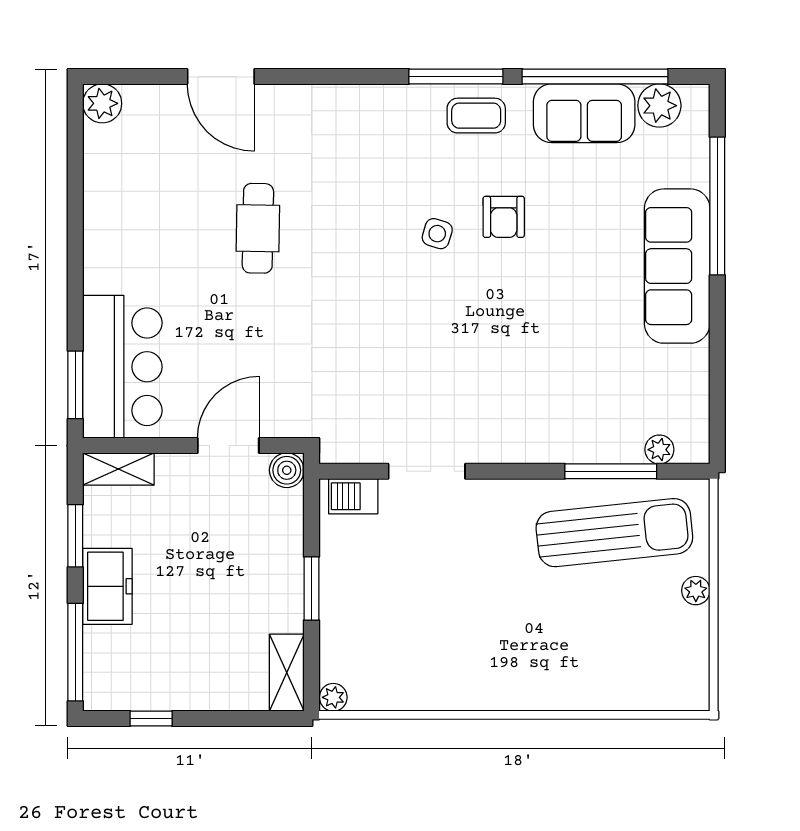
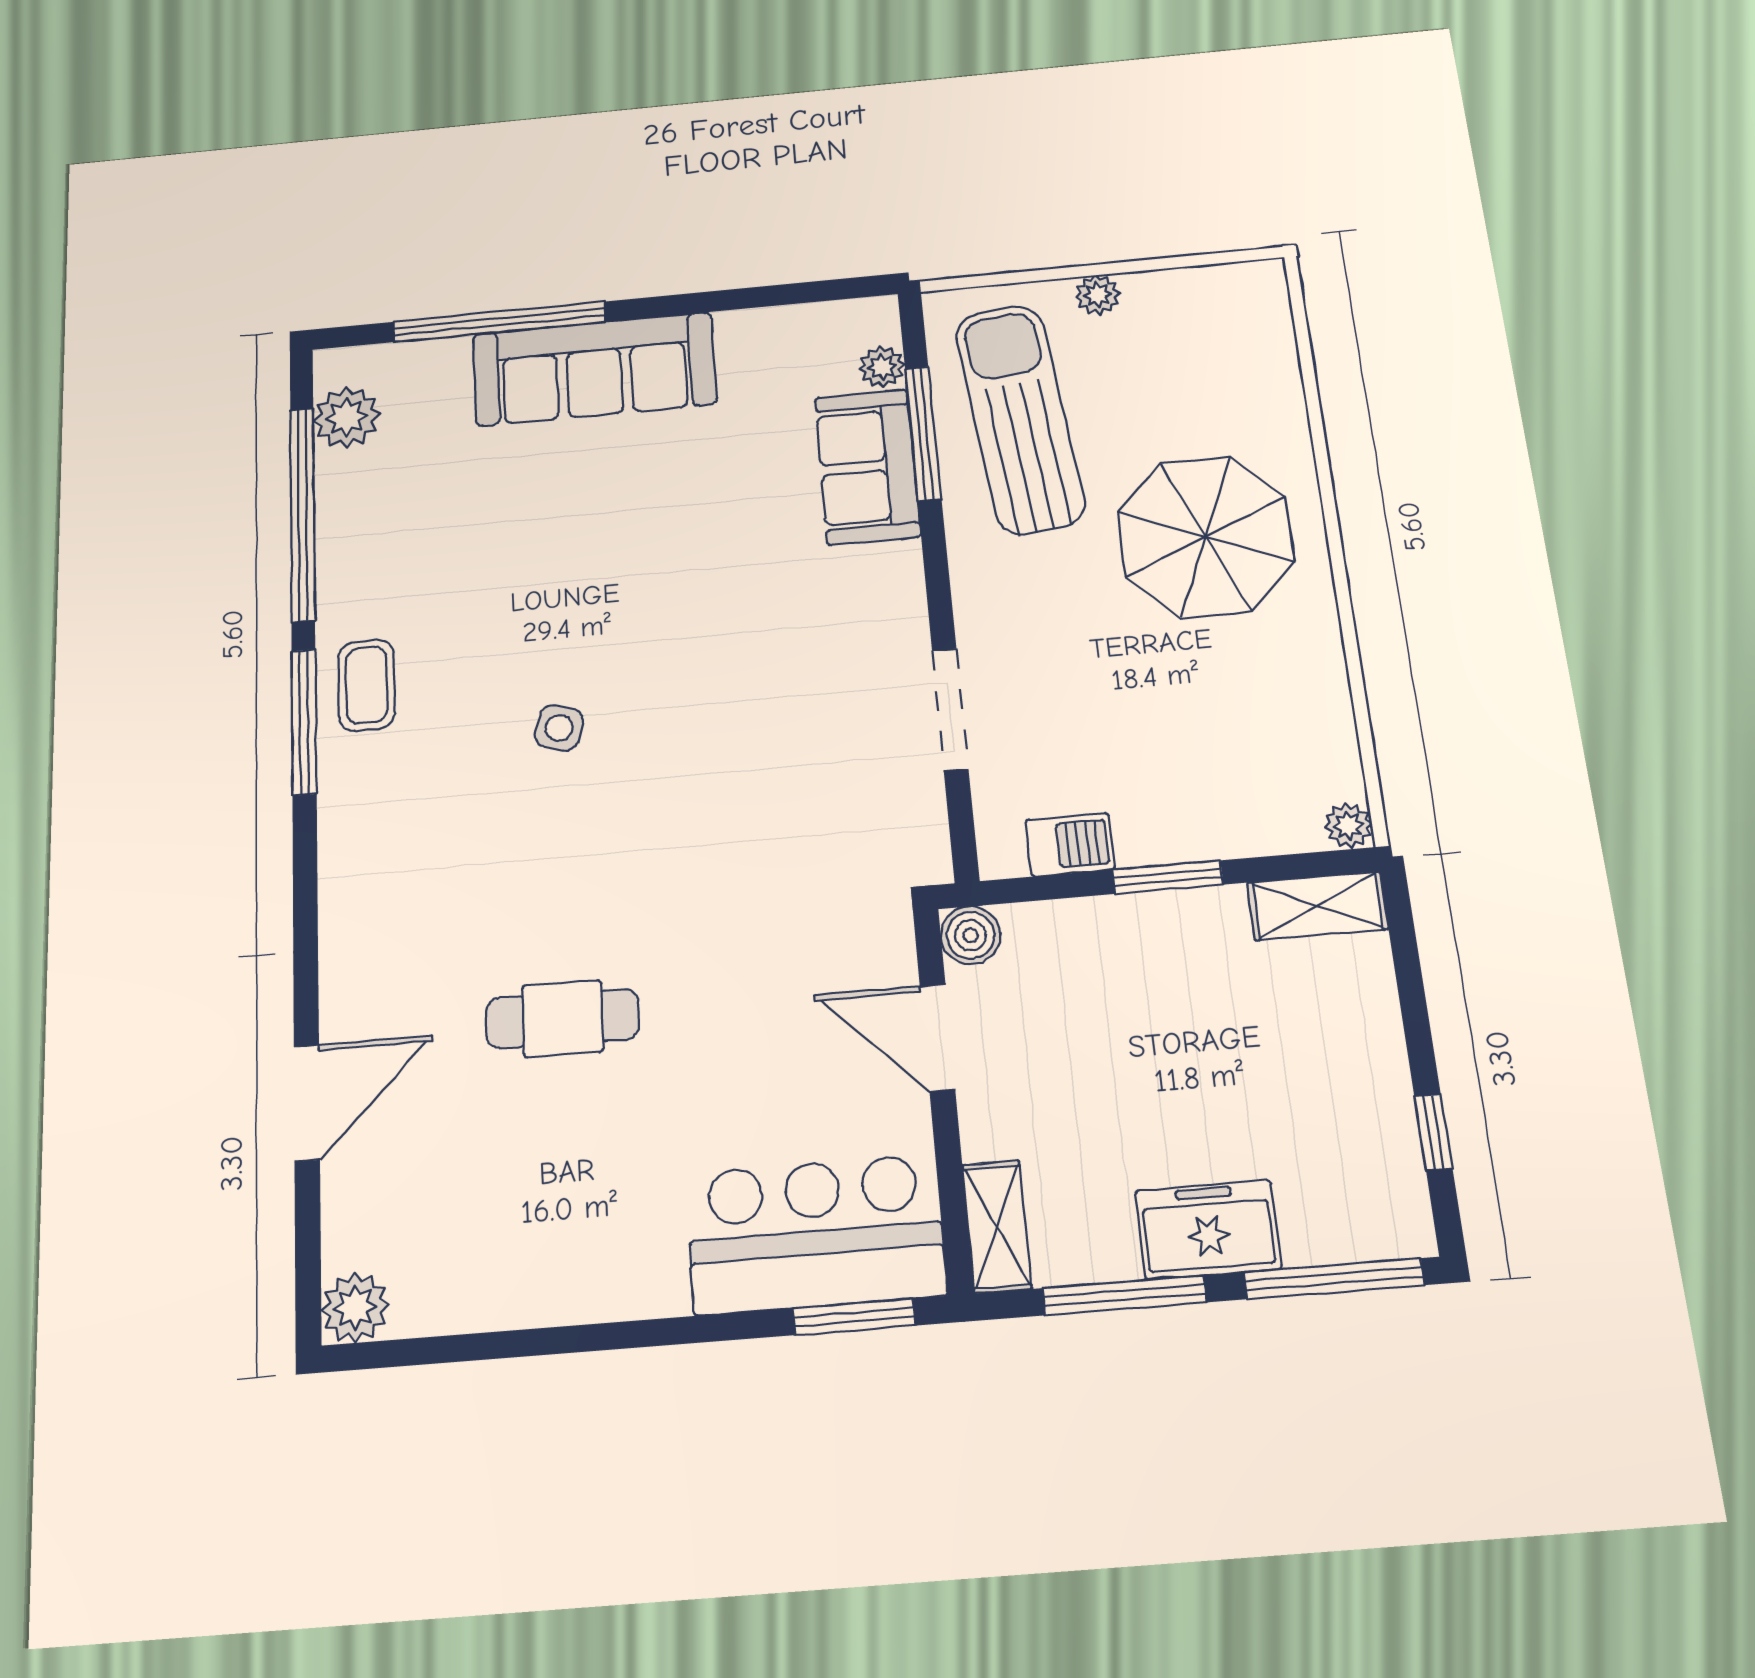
sofa: (584, 113) -> (867, 467), moved, turned 180
armchair: (504, 217) -> (528, 629), removed
barbecue: (353, 496) -> (1070, 844), moved, turned -90
window: (75, 536) -> (1124, 1295), width x1.44
parasol: (524, 638) -> (1206, 537), added

